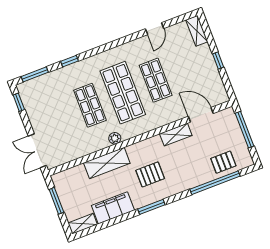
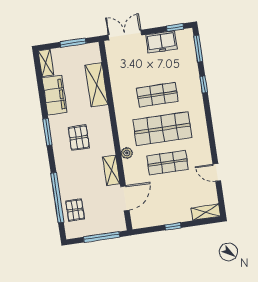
freezer: (36, 113) -> (161, 42), added
plant: (115, 138) -> (127, 153), moved
shelving: (107, 163) -> (97, 85), moved

